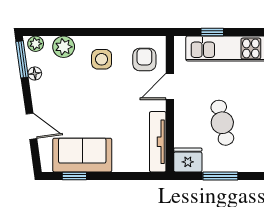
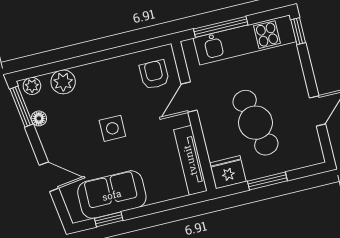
window: (212, 32) -> (221, 27), width x2.17
side table: (102, 59) -> (112, 128), moved
cafe table: (222, 123) -> (255, 123), width x1.37, depth x1.35

